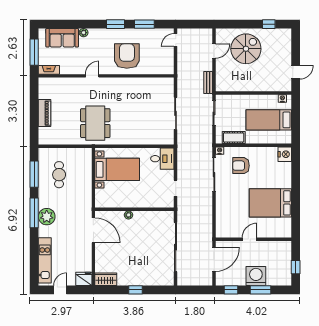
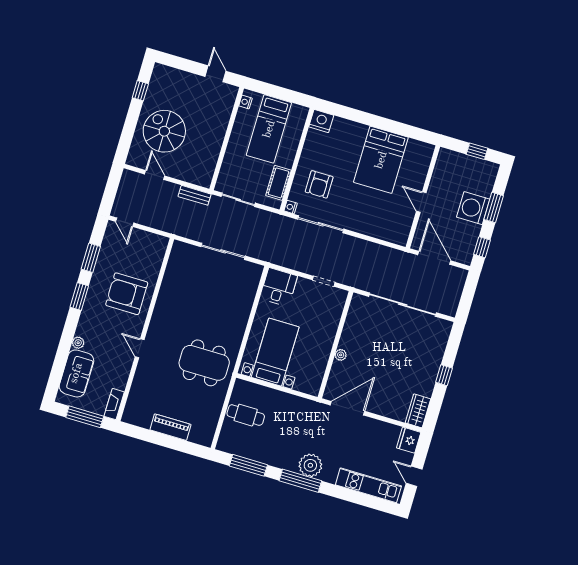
cafe table: (59, 175) -> (246, 415), moved

